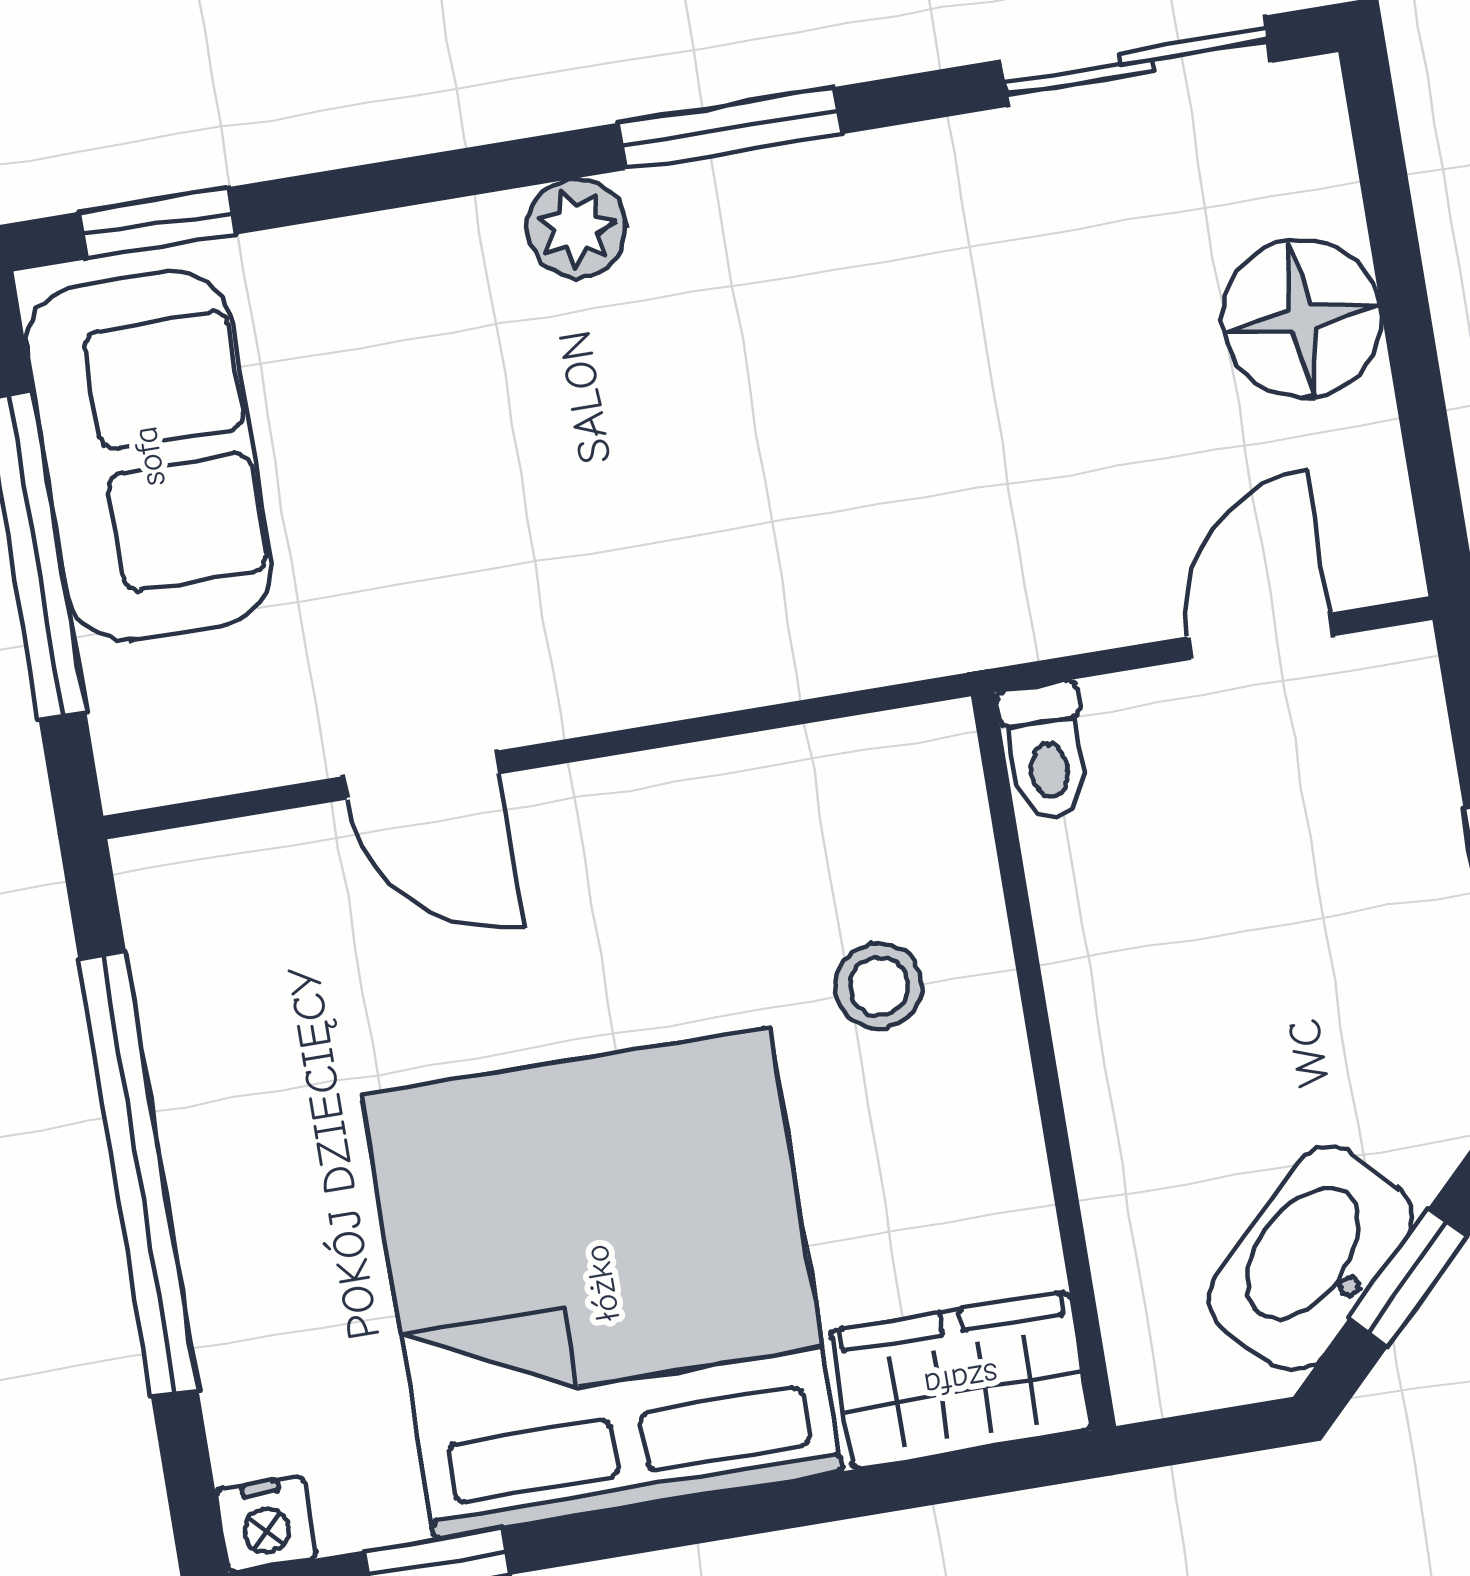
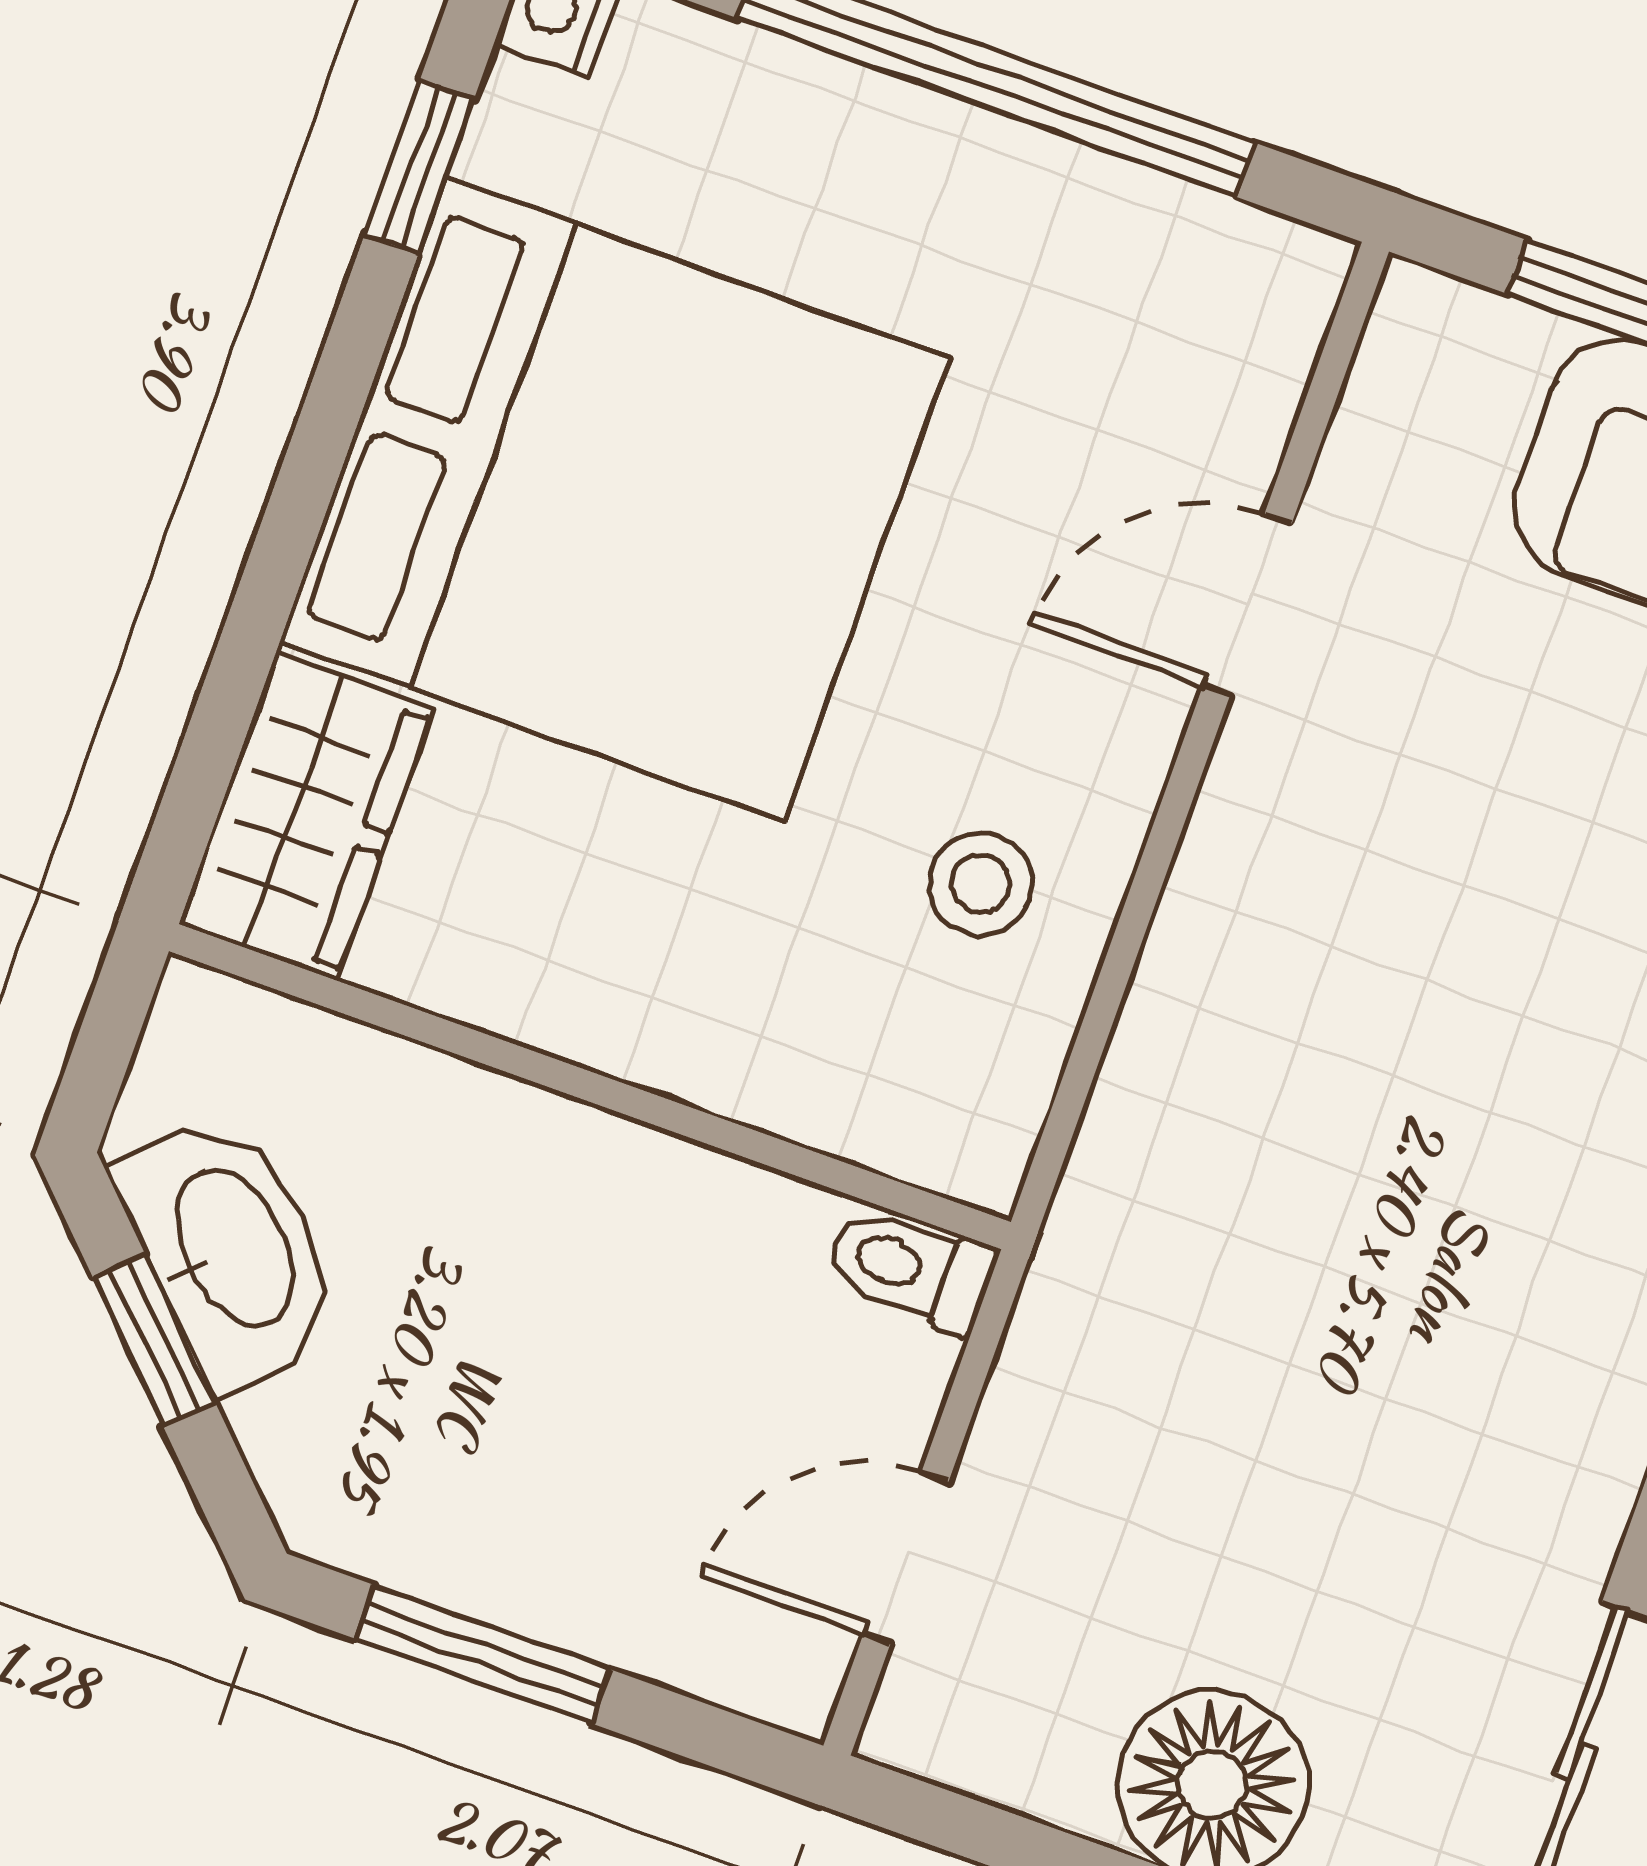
door: (1261, 636) -> (906, 1558), swing flipped
stool: (879, 986) -> (981, 884), moved

